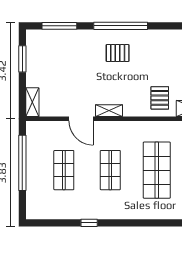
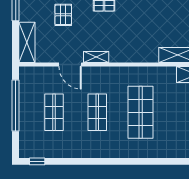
pallet: (160, 98) -> (63, 15), moved
shelving: (32, 102) -> (27, 42), width x1.50, depth x1.33
window: (89, 223) -> (37, 161), moved

